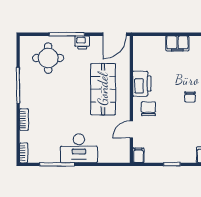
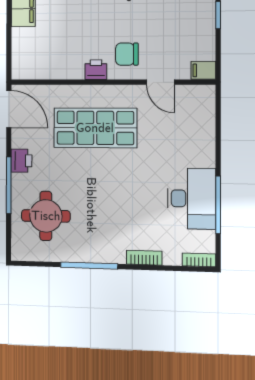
printer: (142, 84) -> (96, 70), width x0.53, depth x0.68
desk: (79, 148) -> (191, 199), moved

